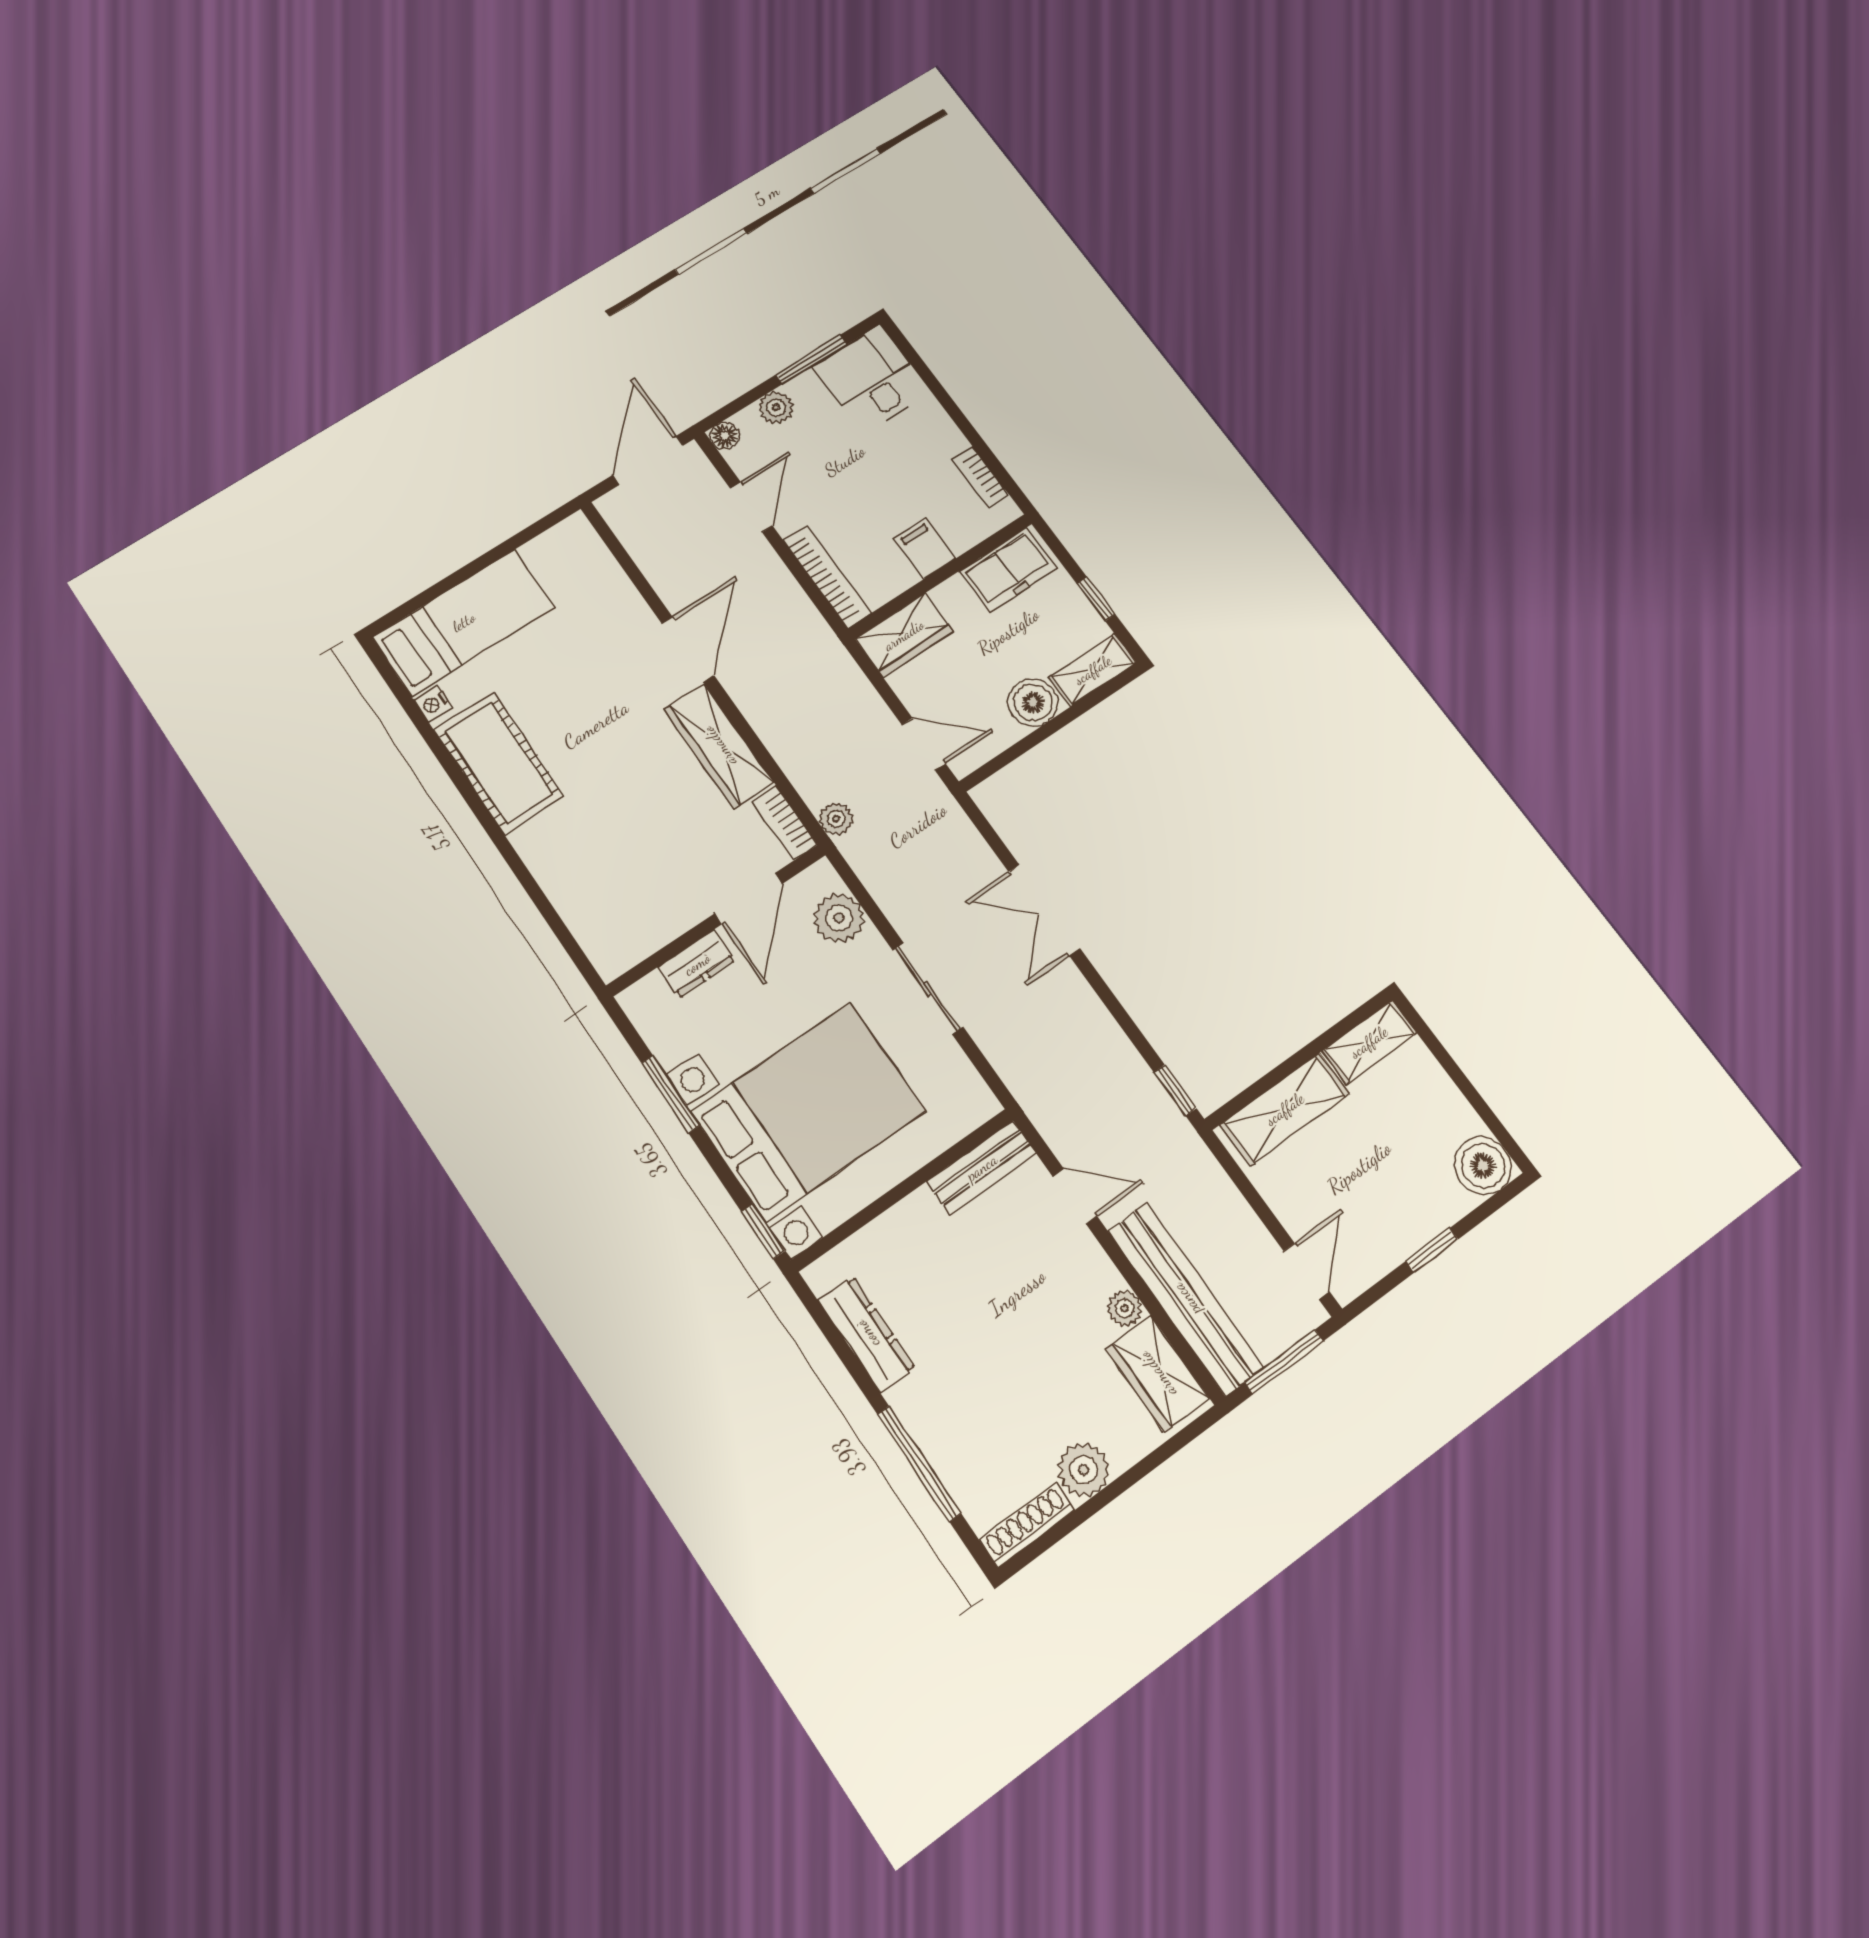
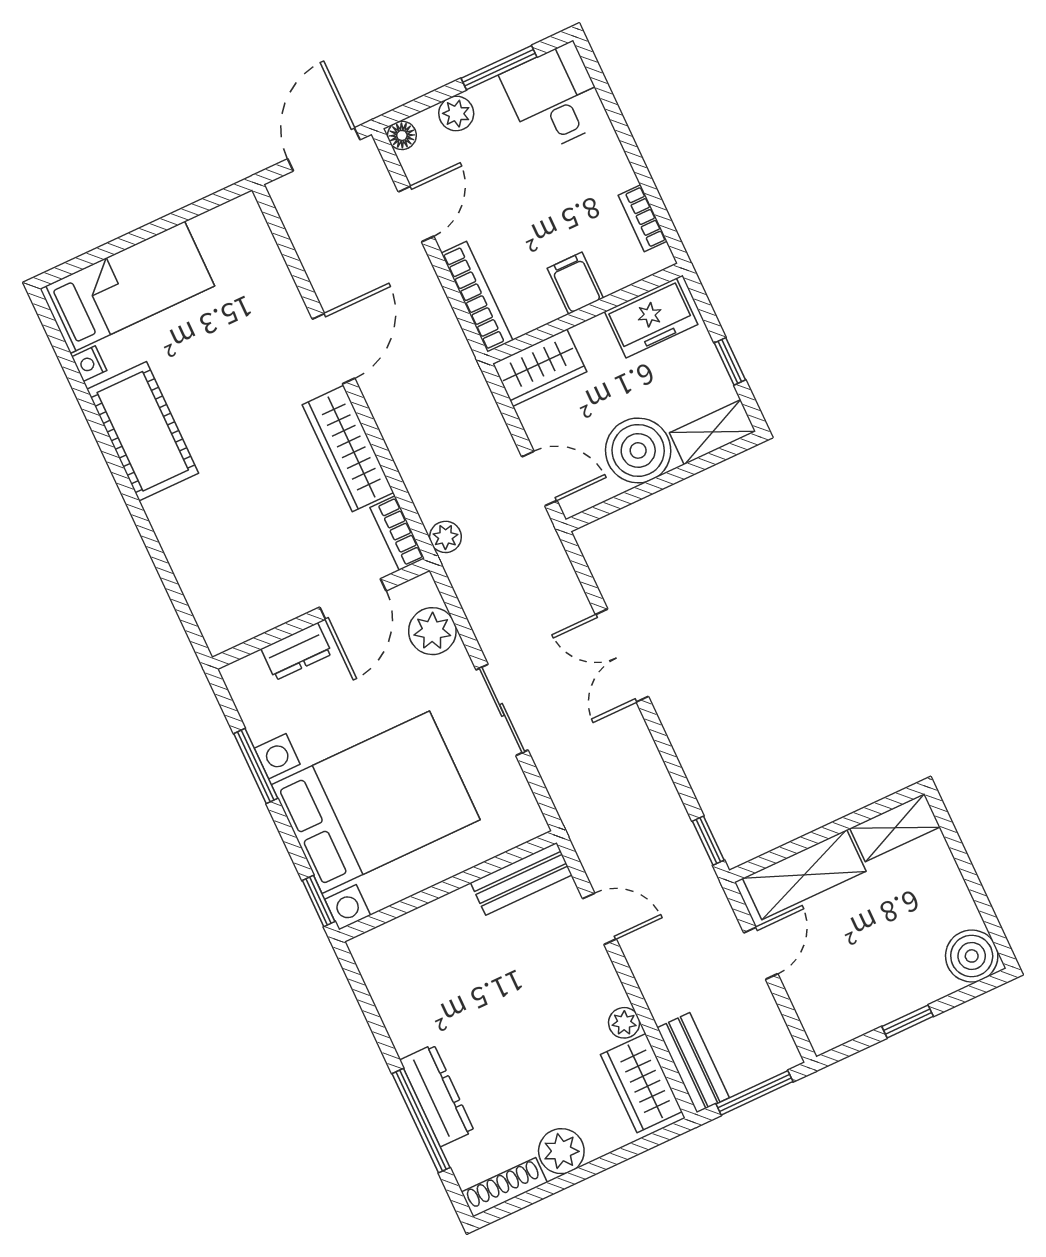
boiler: (1033, 702) -> (638, 450), width x1.37, depth x1.37
door: (1307, 1271) -> (761, 953), moved
bench: (1186, 1299) -> (693, 1063), width x0.54, depth x0.82
dresser: (867, 1334) -> (437, 1096), moved

